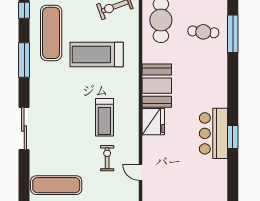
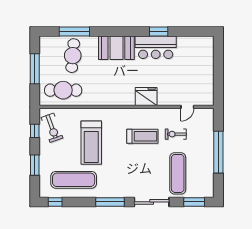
cafe table: (203, 32) -> (73, 56), width x1.37, depth x1.35
window: (24, 60) -> (110, 202), moved
booth: (157, 86) -> (116, 48), moved
window: (24, 181) -> (194, 202), added
exercise mat: (56, 185) -> (178, 173), moved

